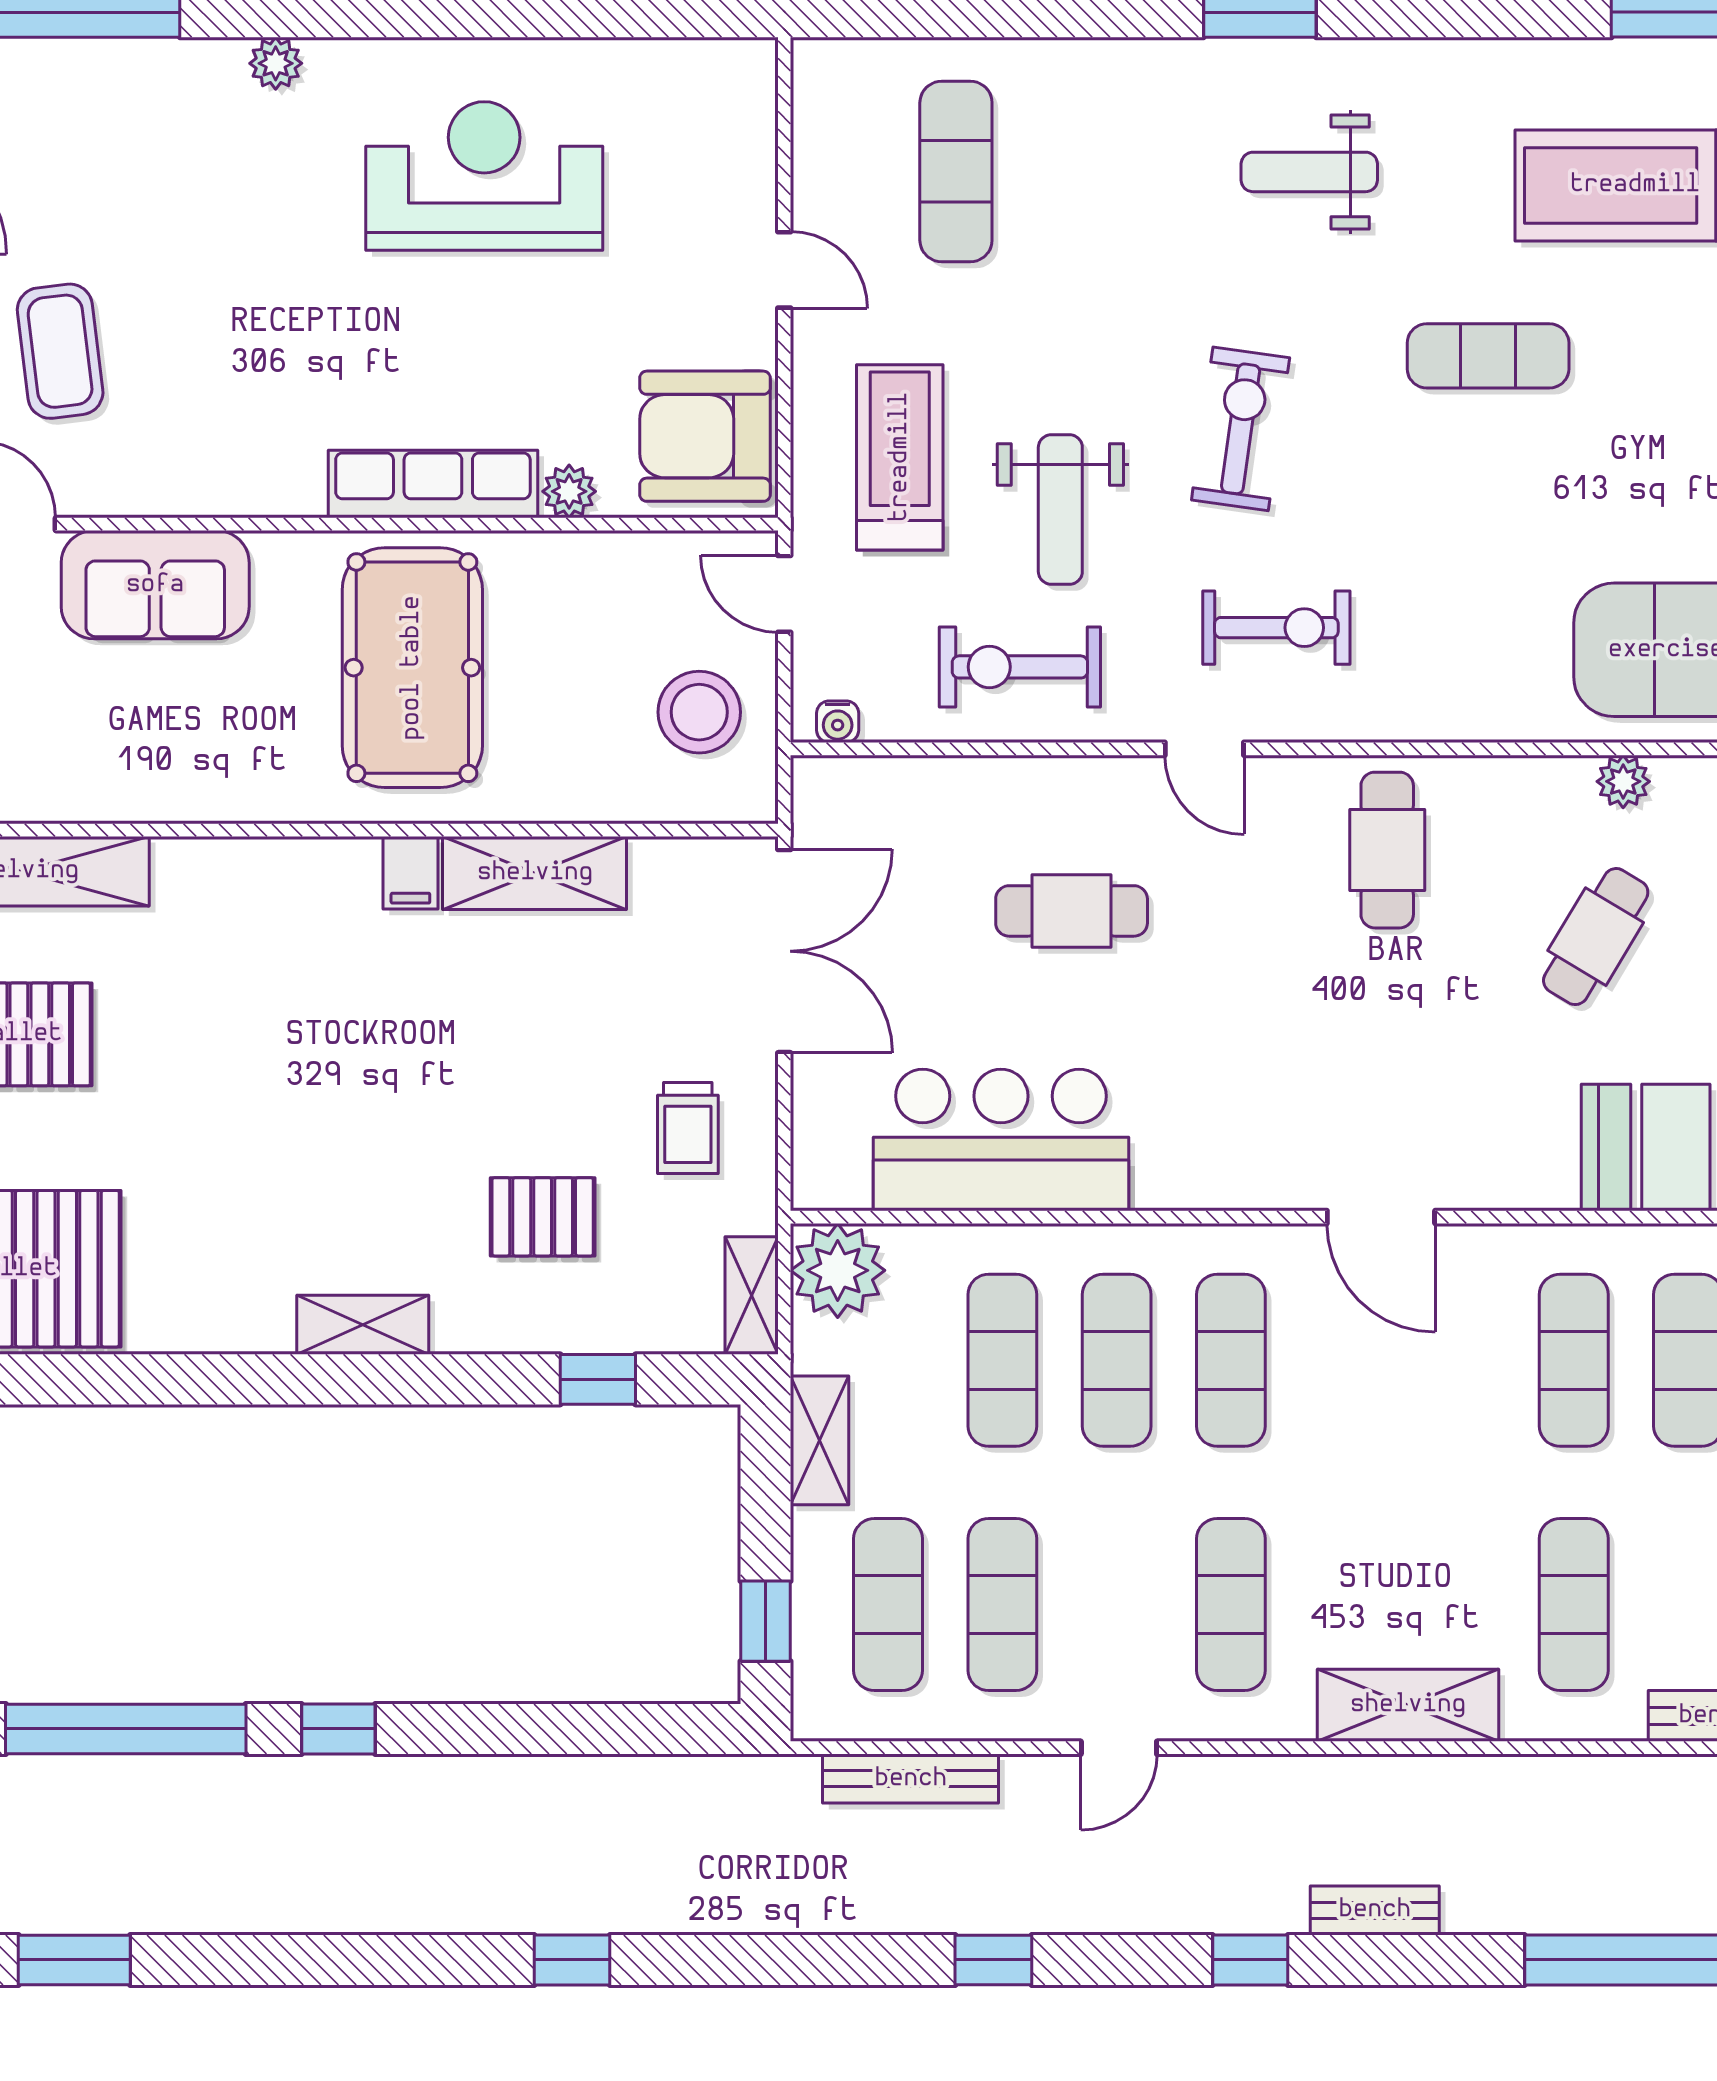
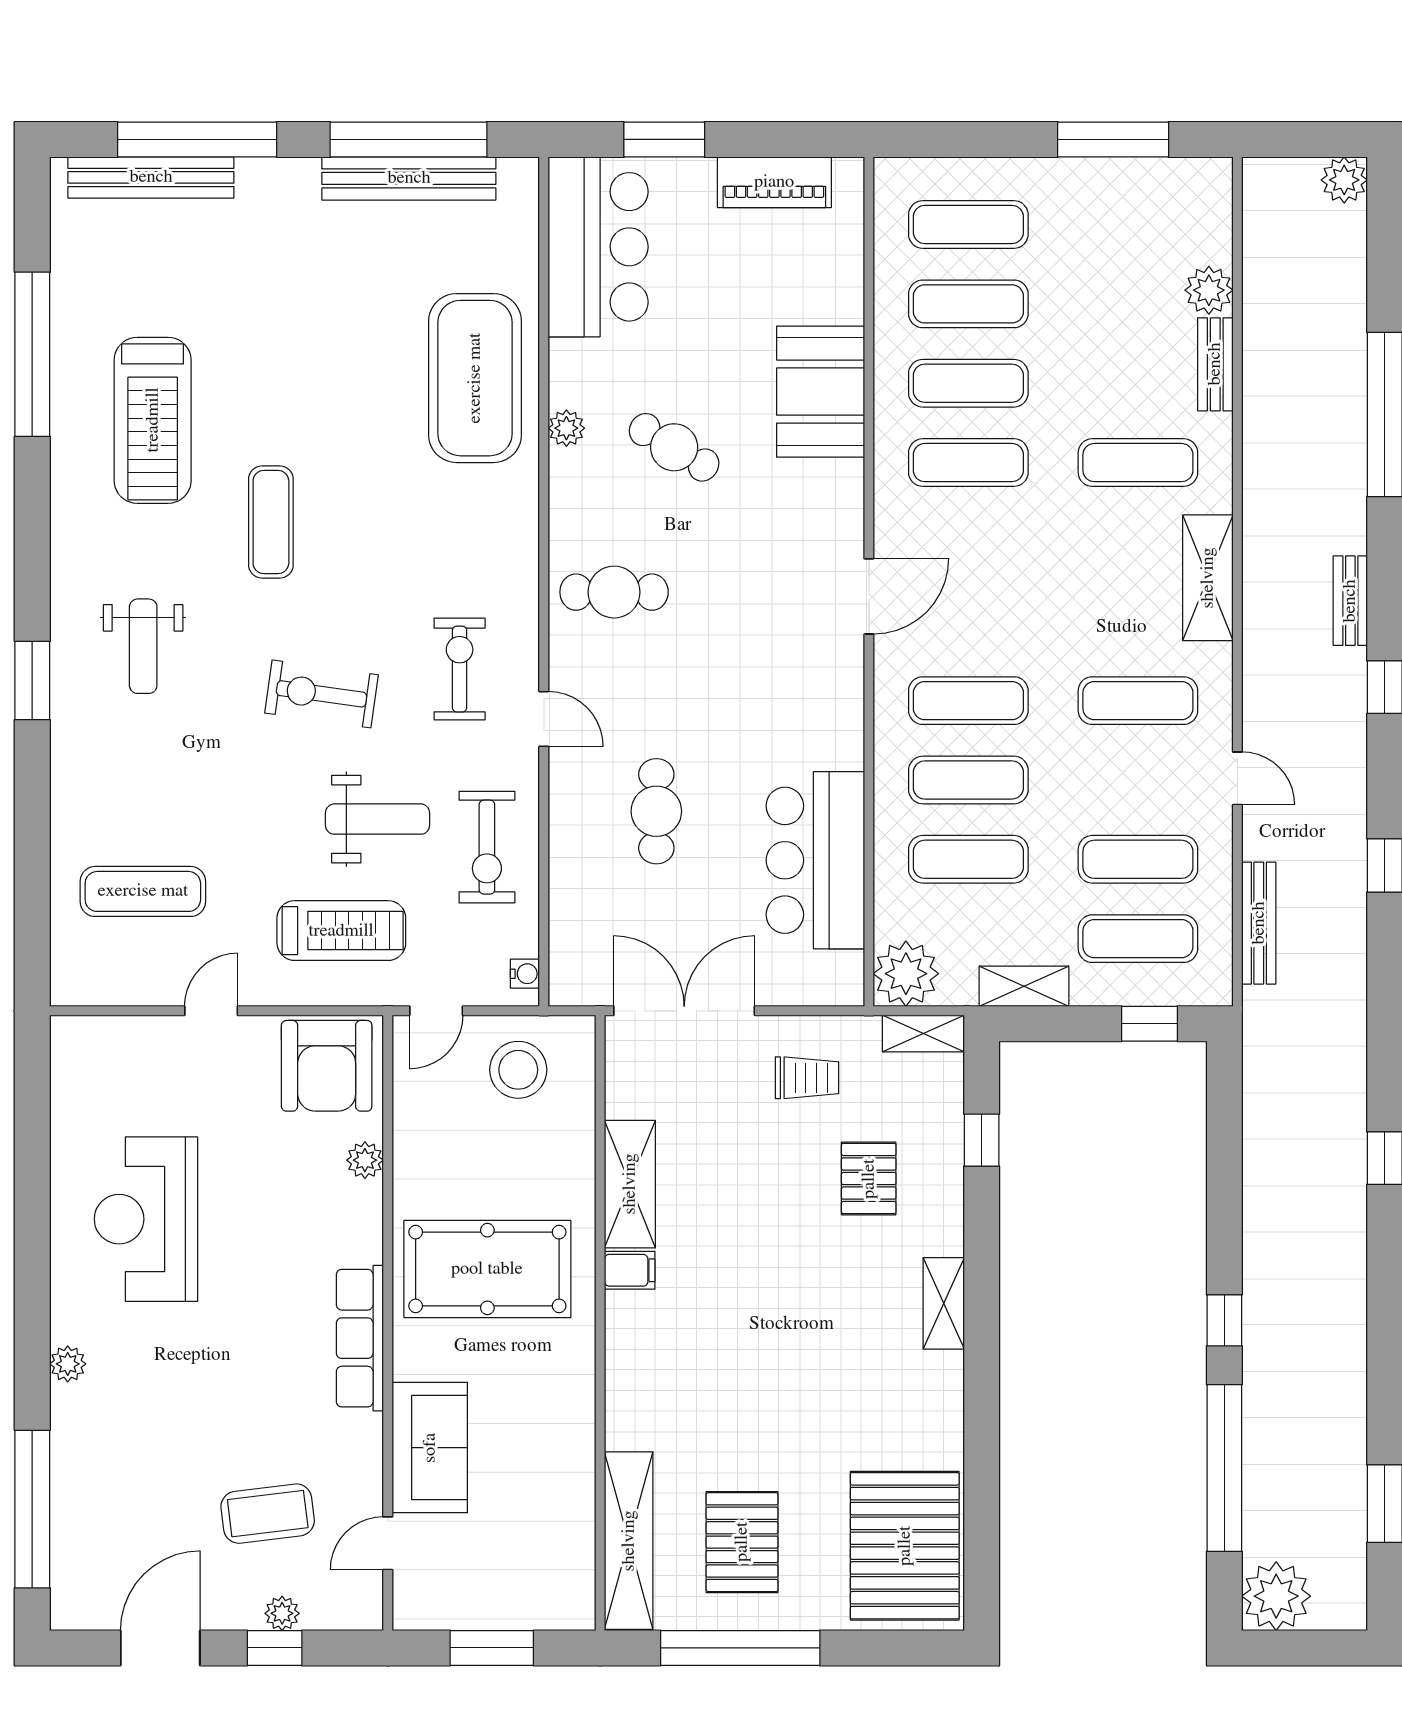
treadmill: (900, 457) -> (341, 931), turned 180
row of seats: (433, 484) -> (360, 1338), moved
door: (1204, 749) -> (544, 719), hinge flipped

